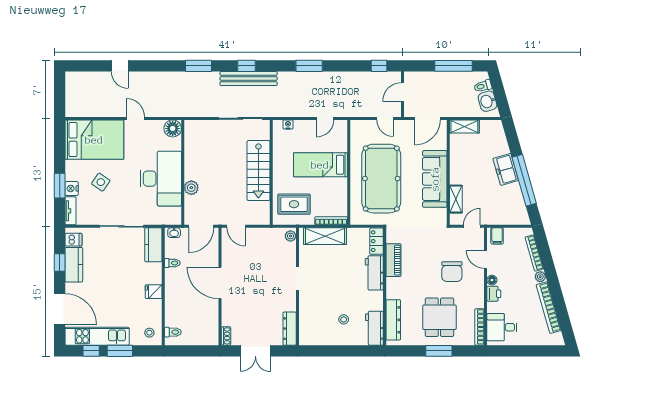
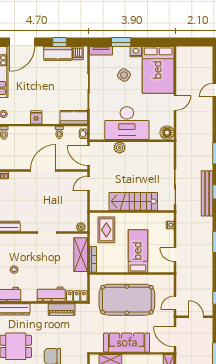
nightstand: (72, 188) -> (136, 52), moved

